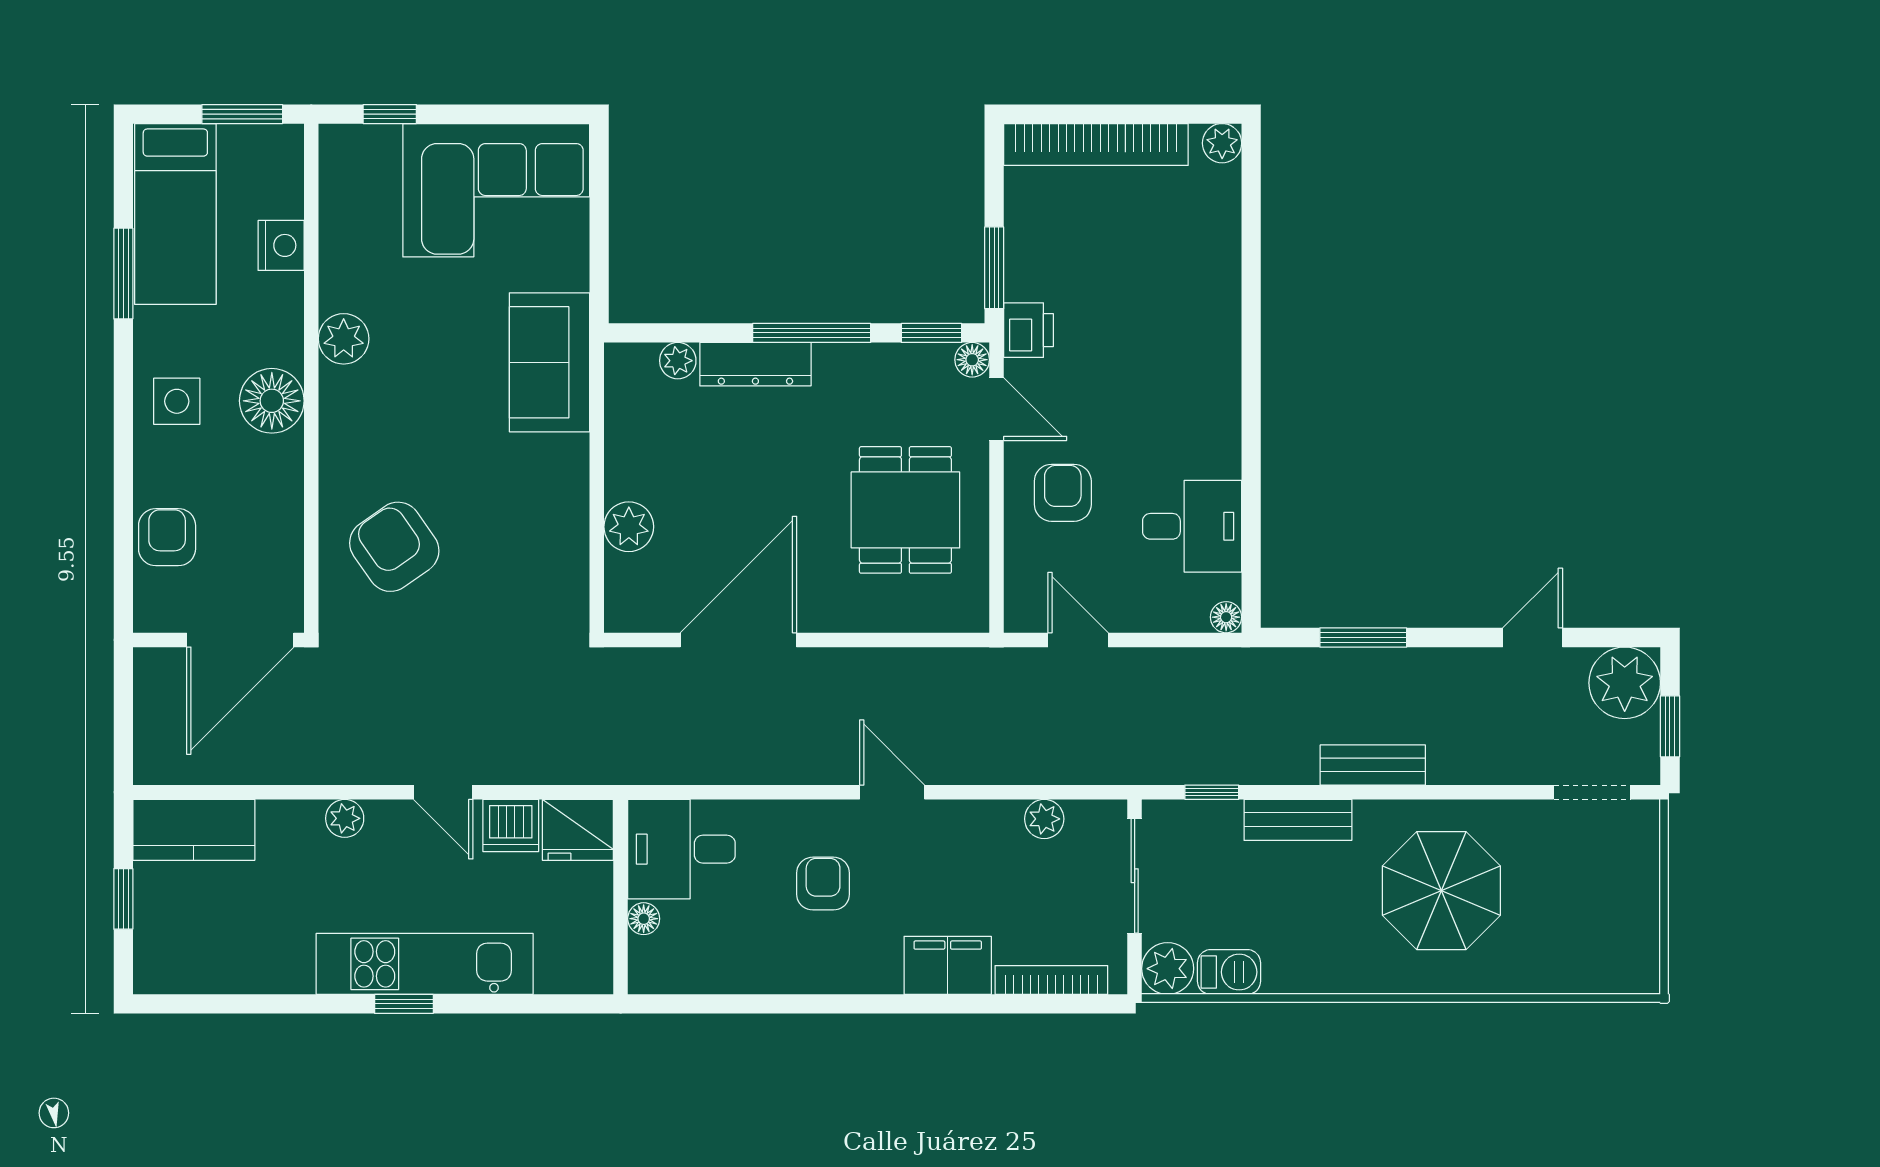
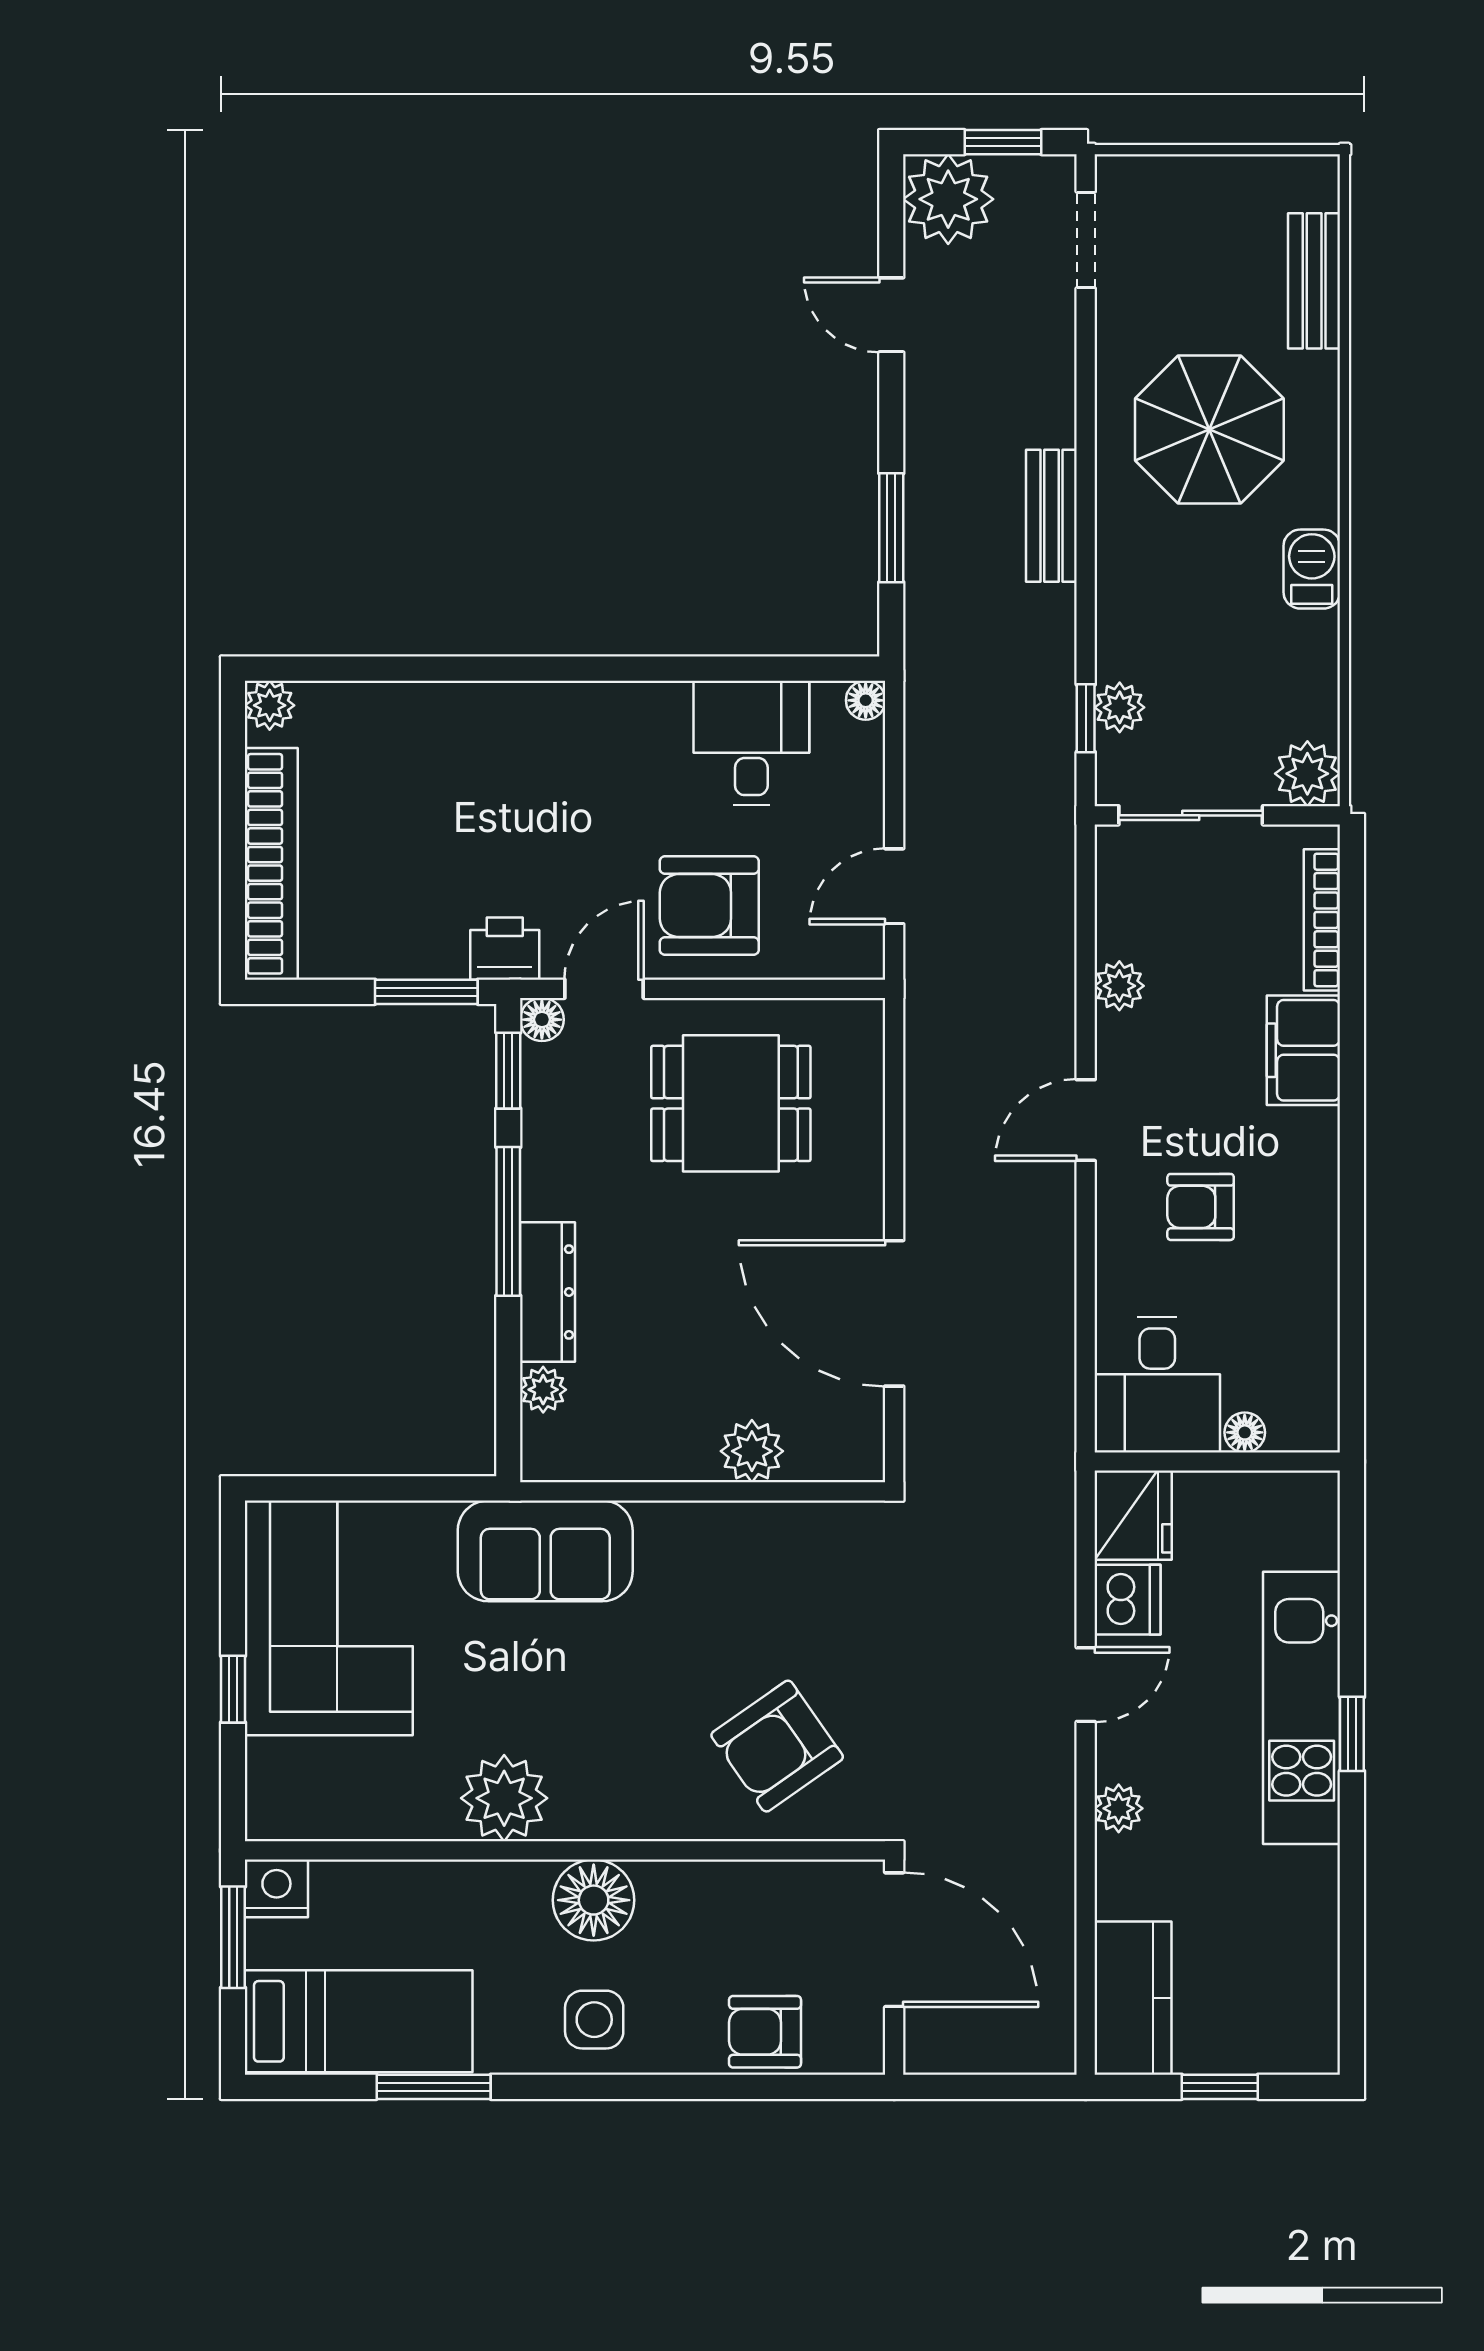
window: (390, 114) -> (233, 1689), moved
nightstand: (281, 245) -> (276, 1888), moved
plant: (344, 339) -> (504, 1798), width x1.36, depth x1.36
armchair: (1063, 493) -> (709, 906), width x1.38, depth x1.38
plant: (1044, 819) -> (1119, 986), moved
plant: (1220, 819) -> (1120, 707), added
bench: (1298, 820) -> (1314, 281), moved
barbecue: (1229, 972) -> (1312, 569), moved

